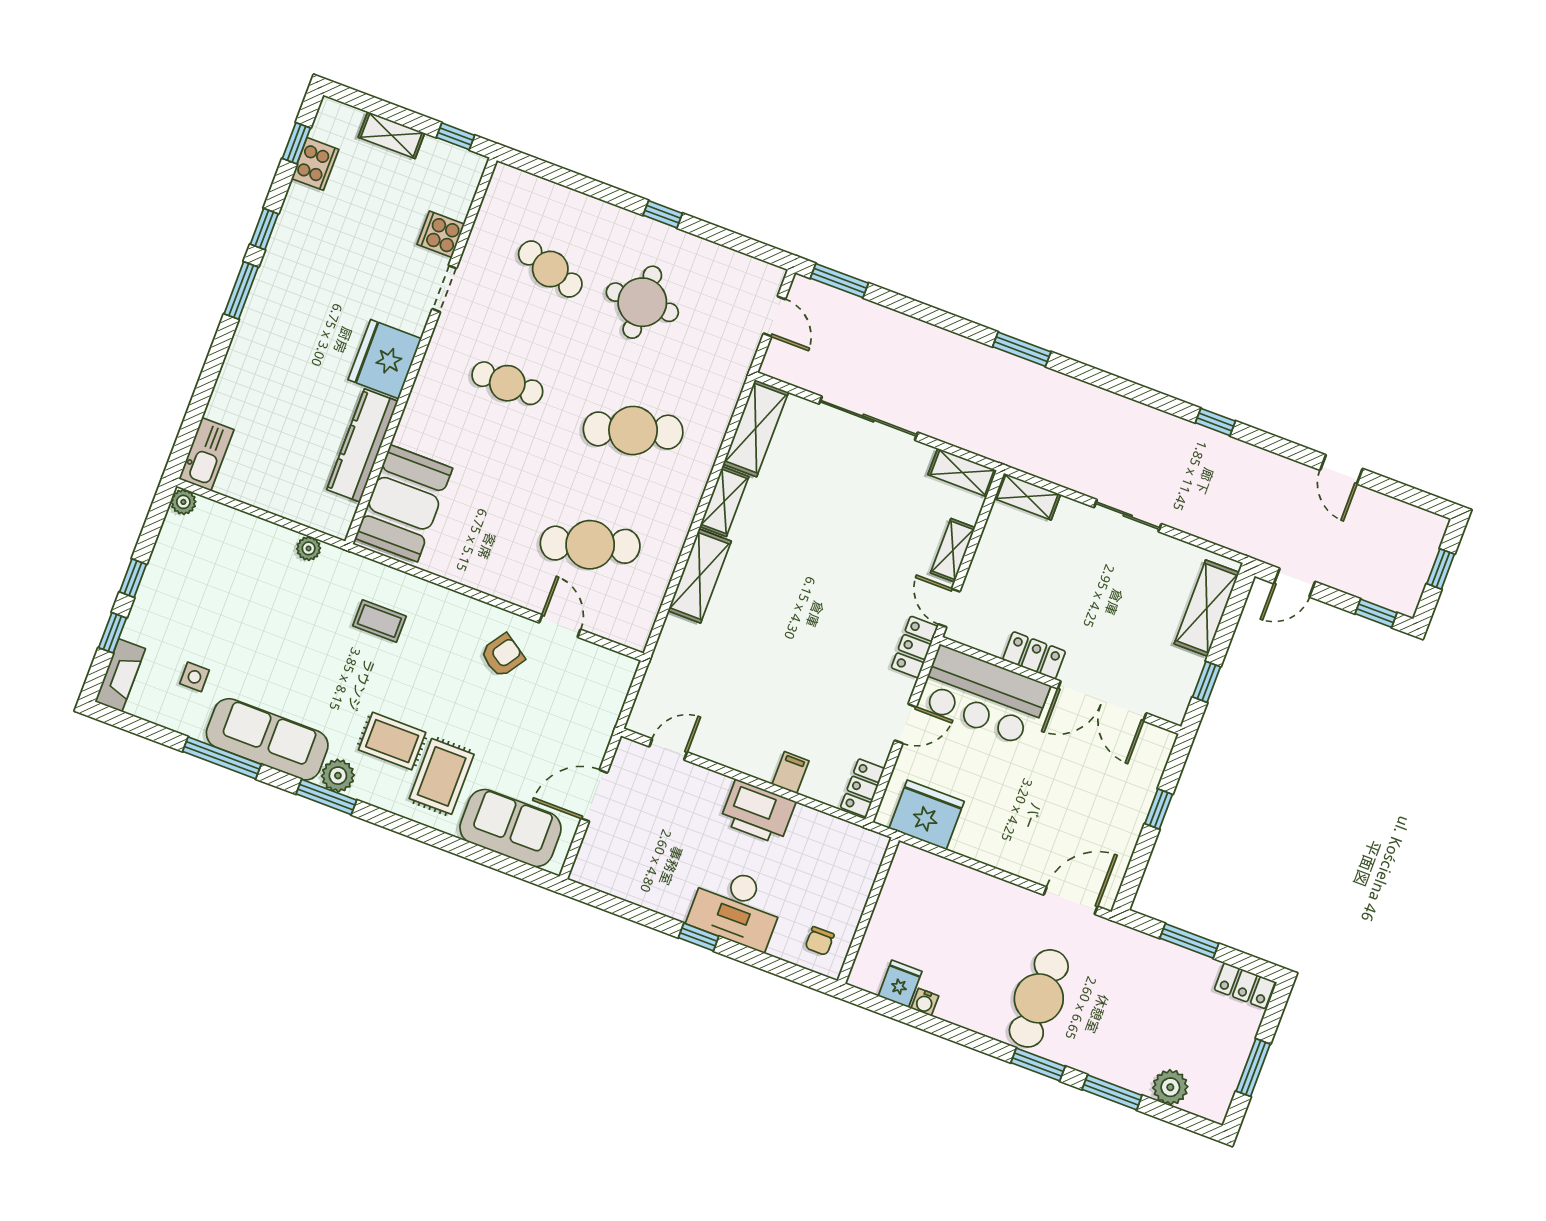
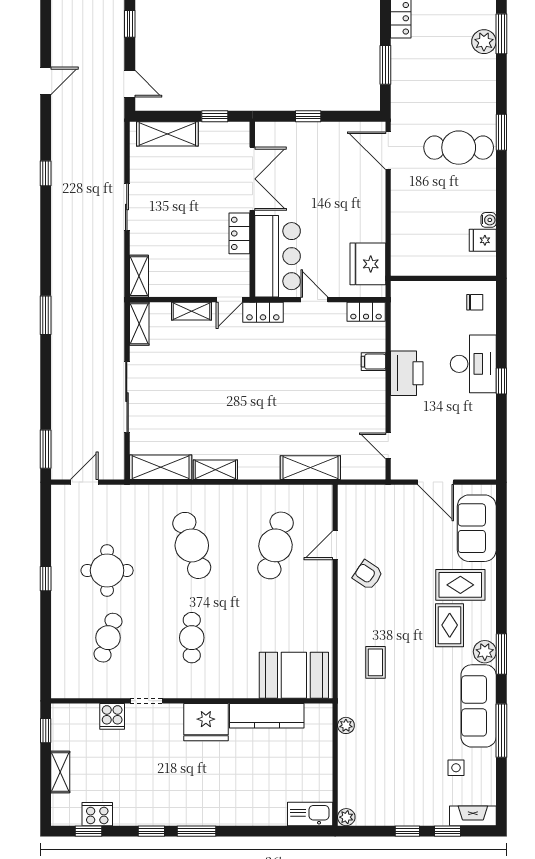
cafe table: (590, 545) -> (276, 545), turned 33
shelving: (700, 576) -> (310, 468), moved
window: (1112, 1092) -> (501, 34), moved

